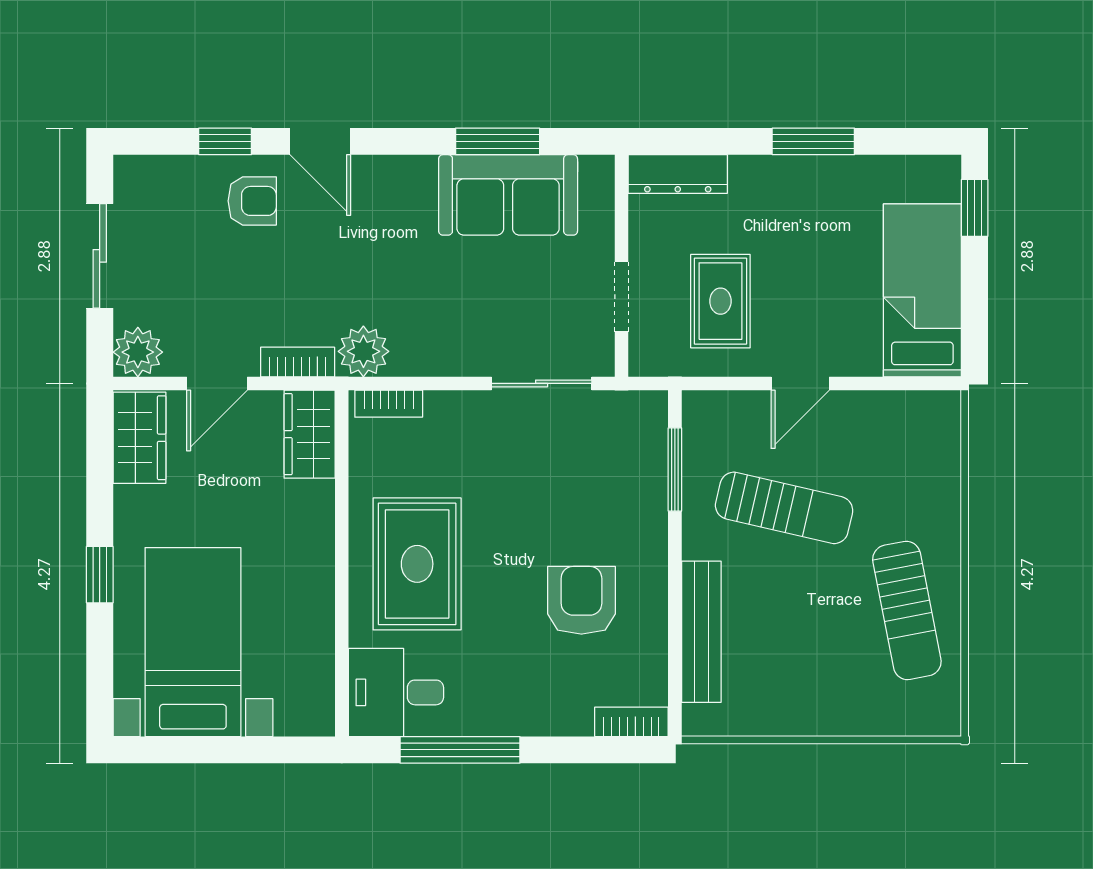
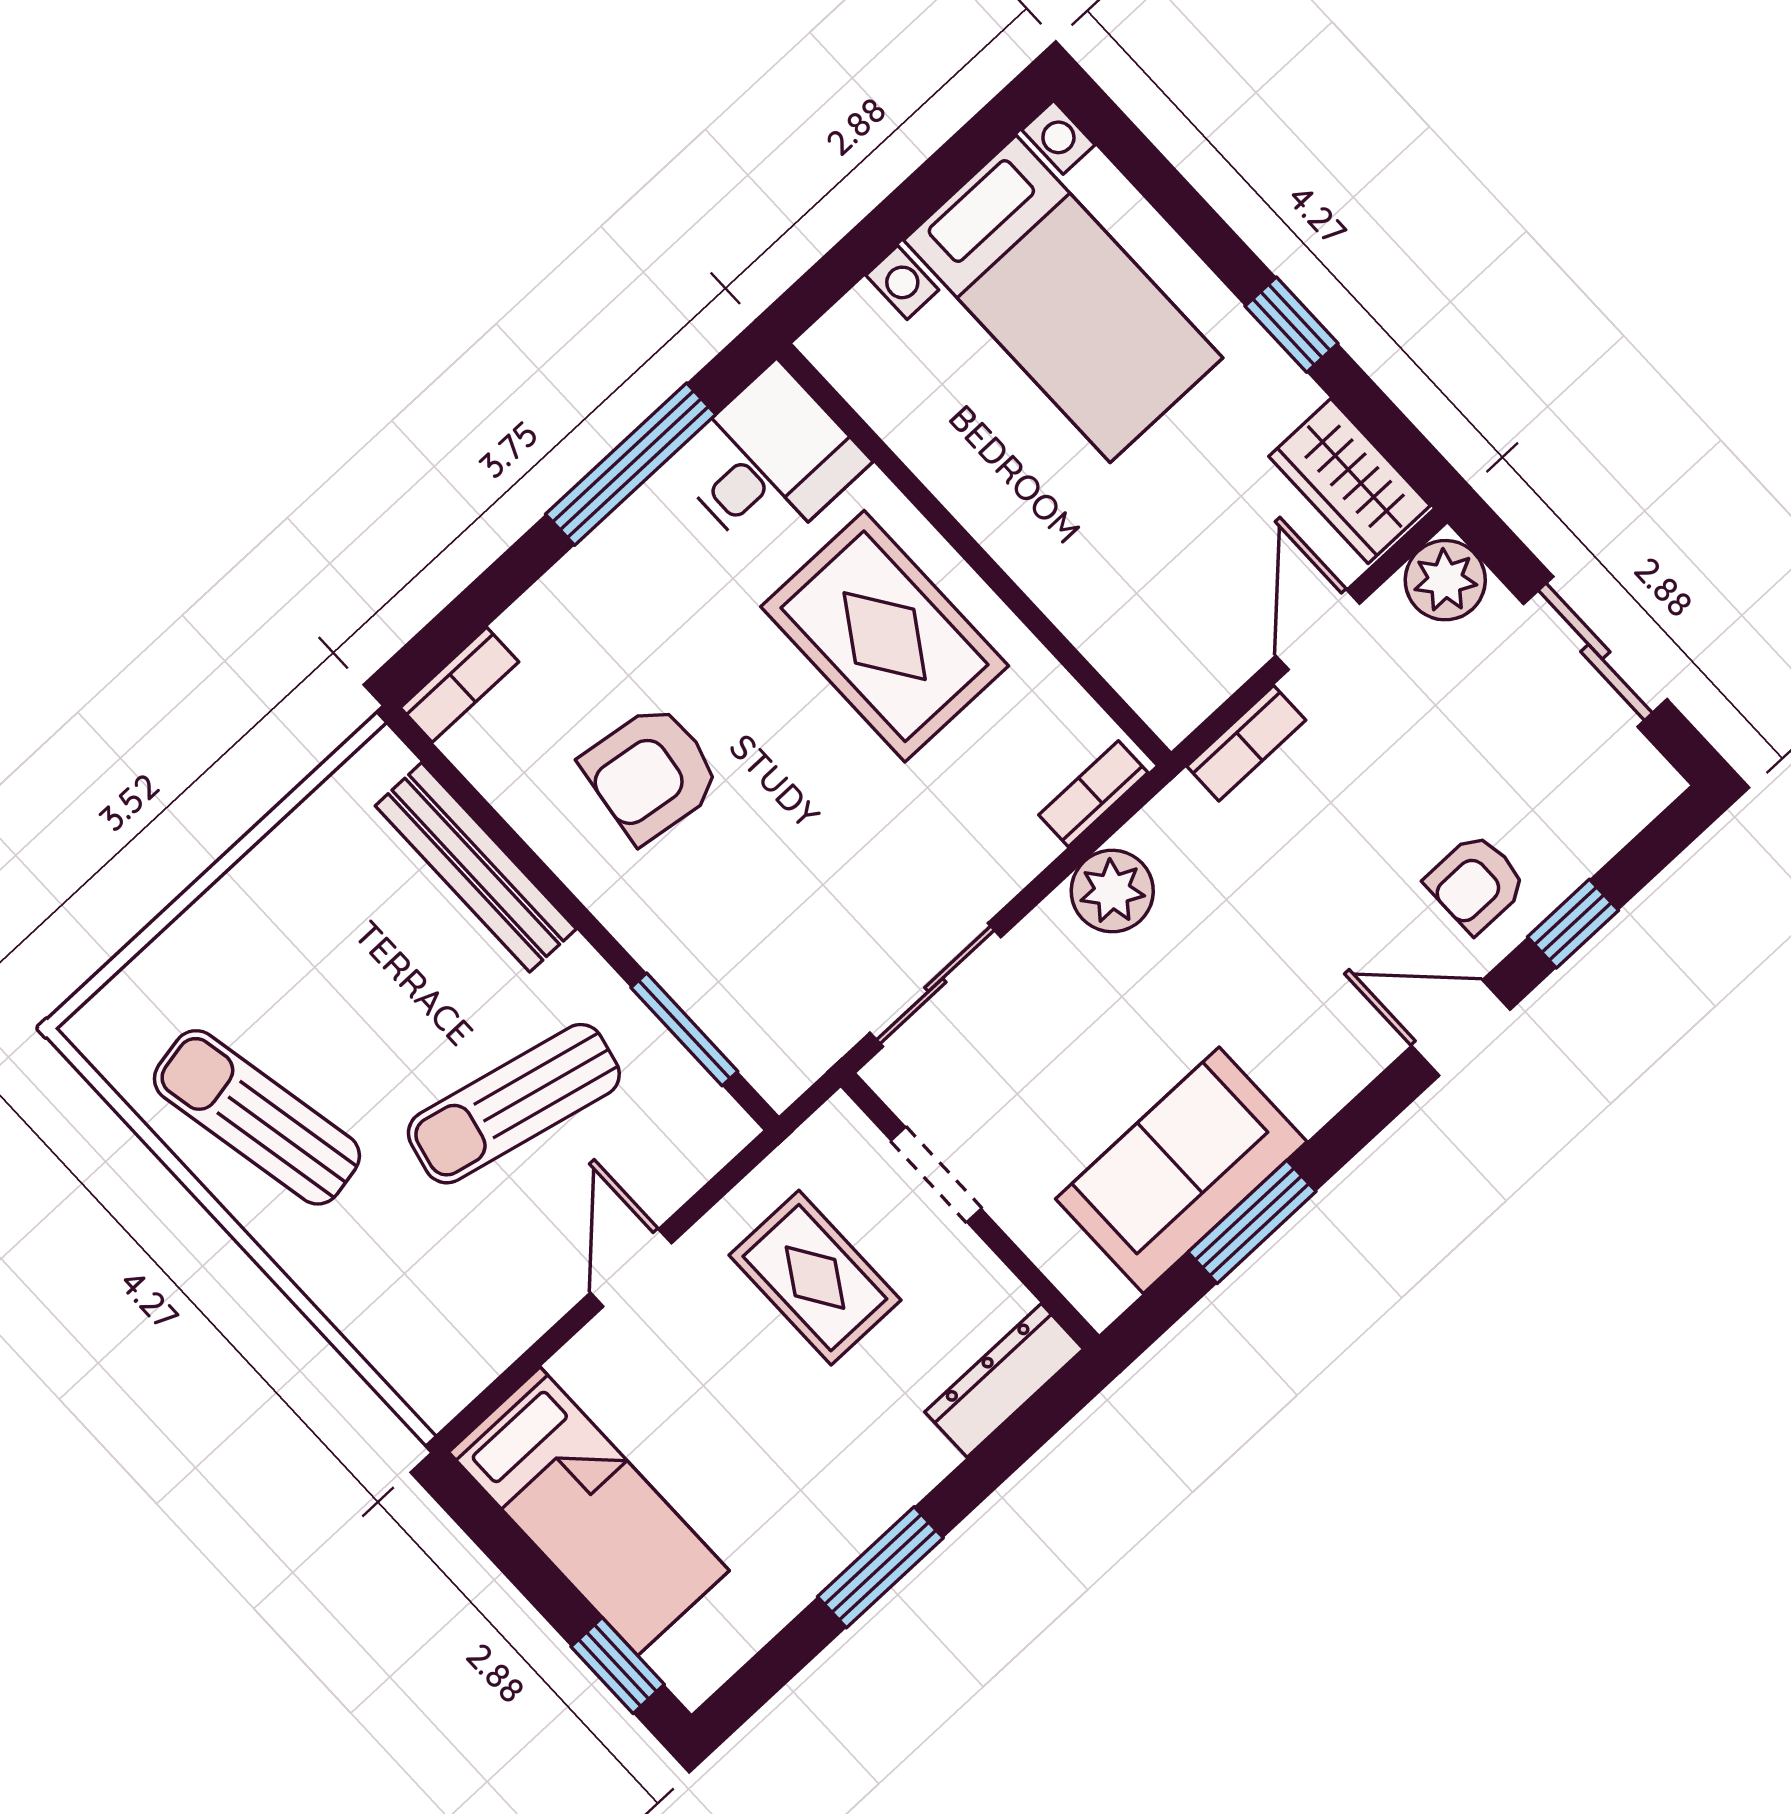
plant: (363, 351) -> (1112, 891), moved
wardrobe: (310, 434) -> (1153, 671), removed
window: (100, 575) -> (1292, 325), moved
armchair: (581, 600) -> (651, 773), turned 98

